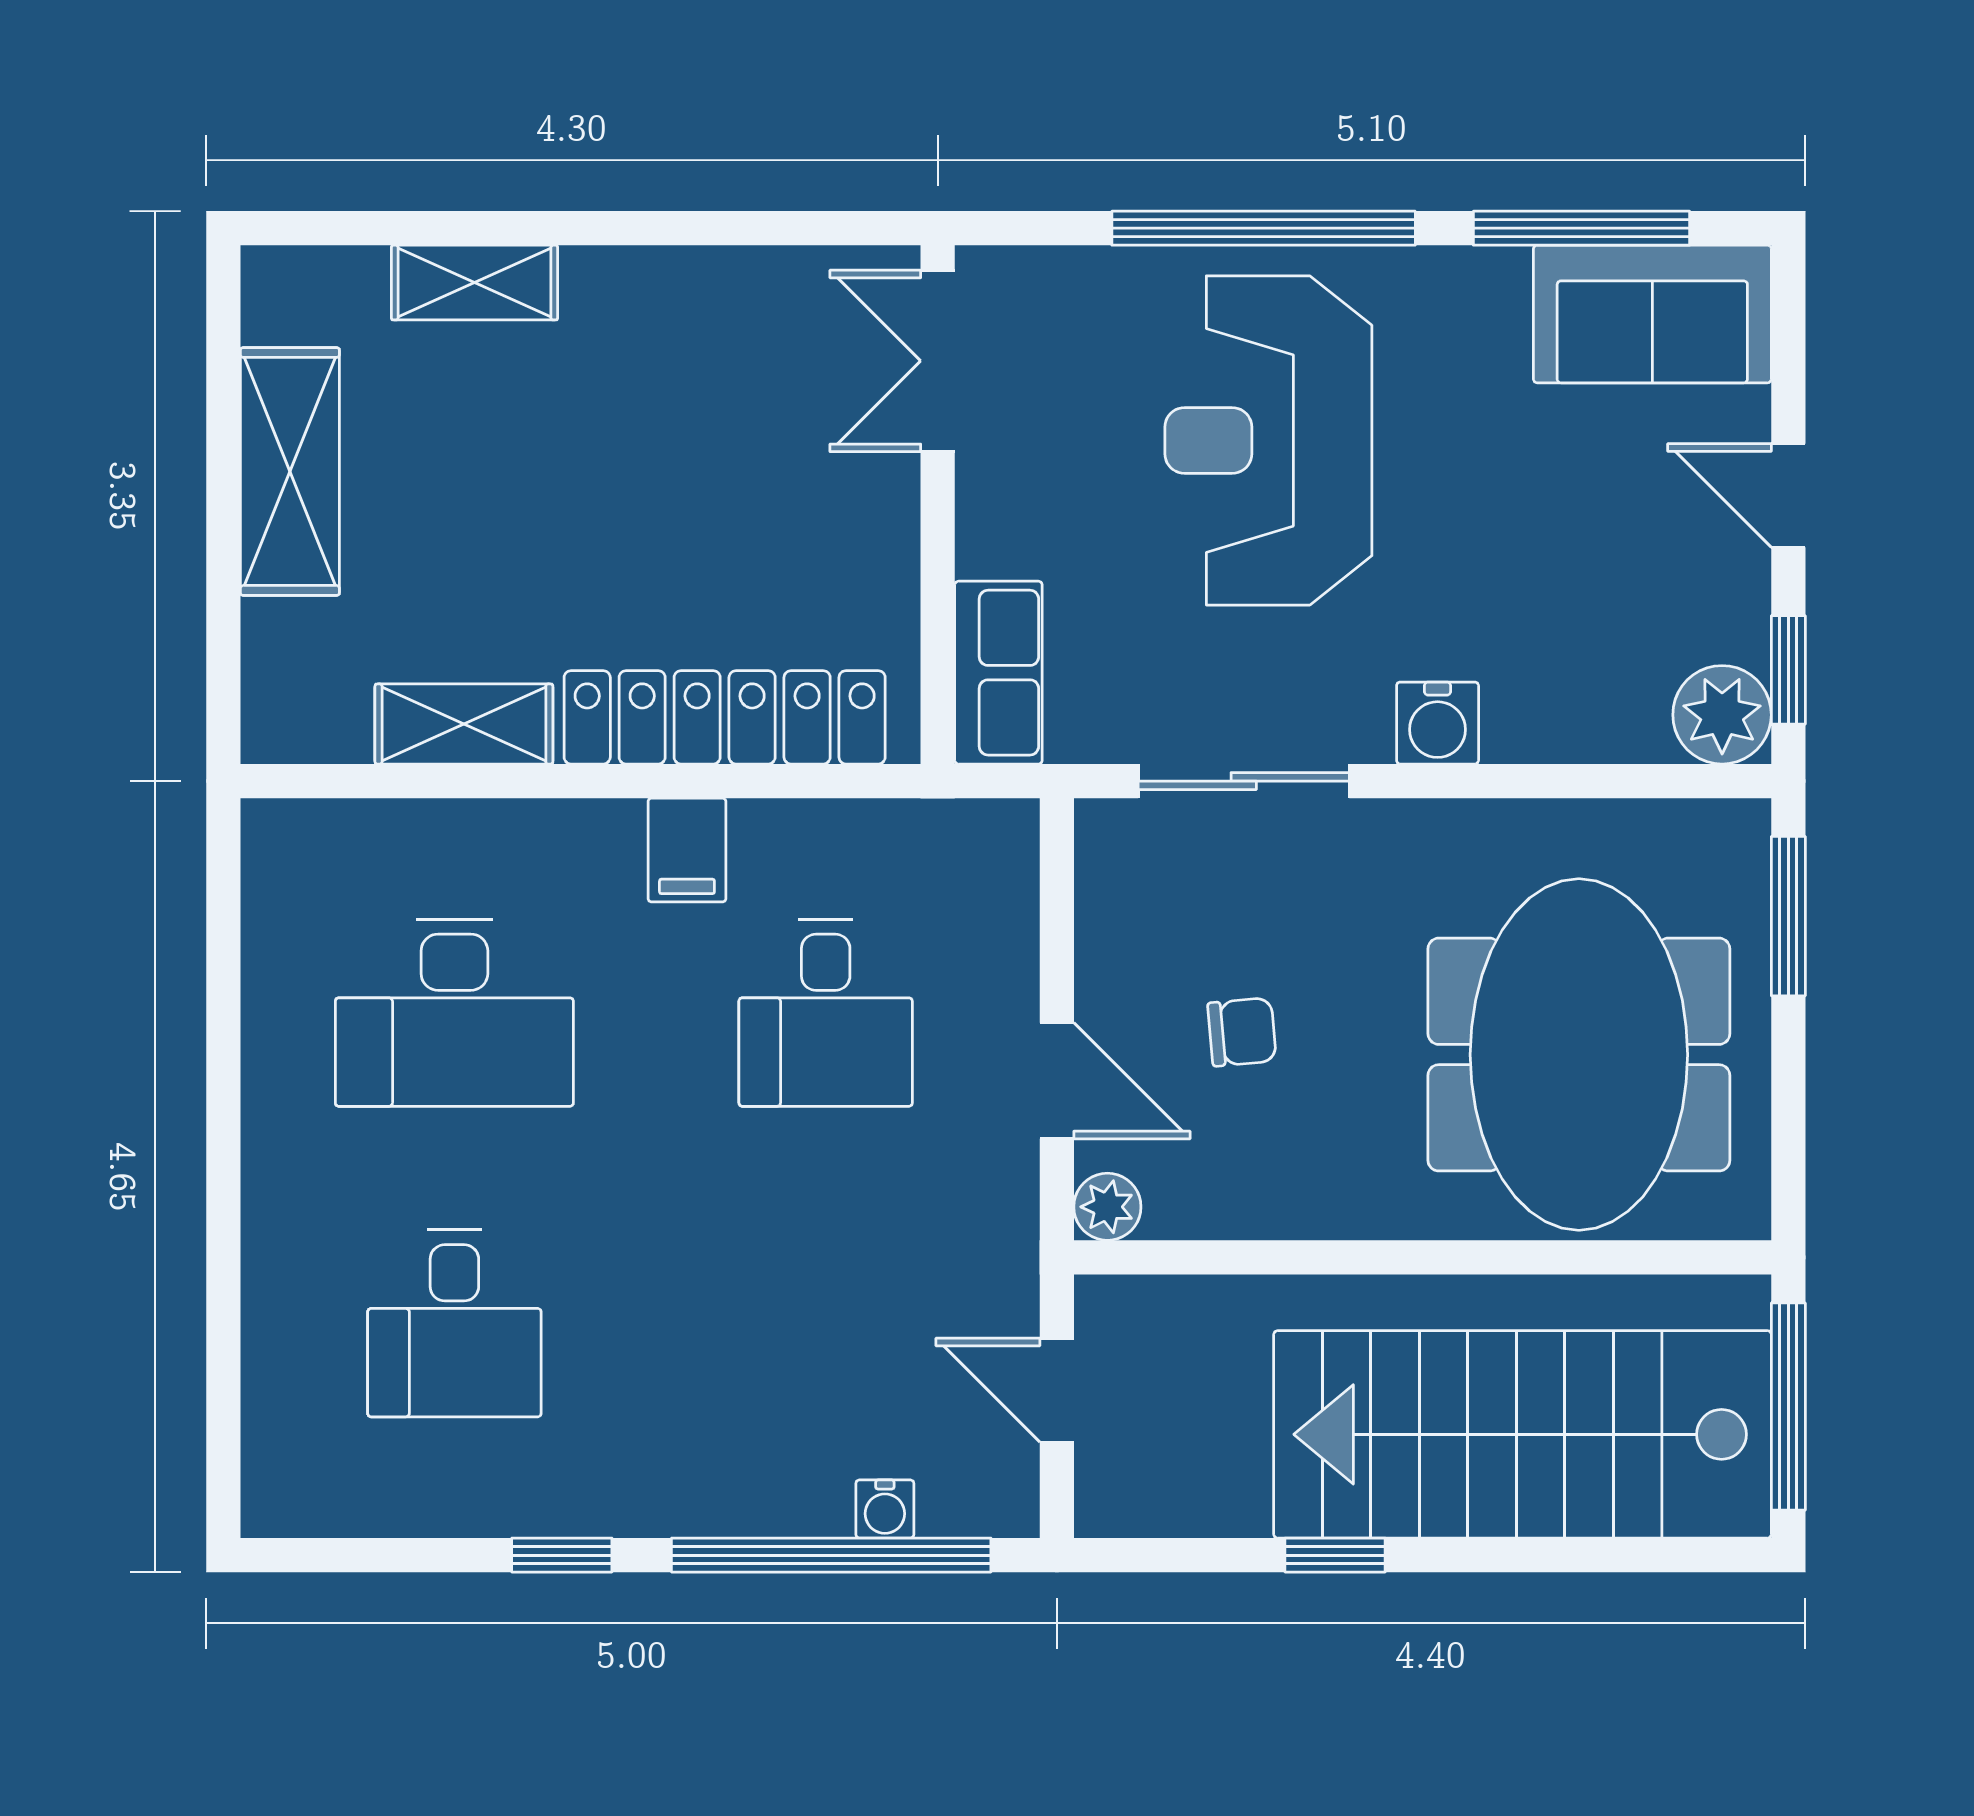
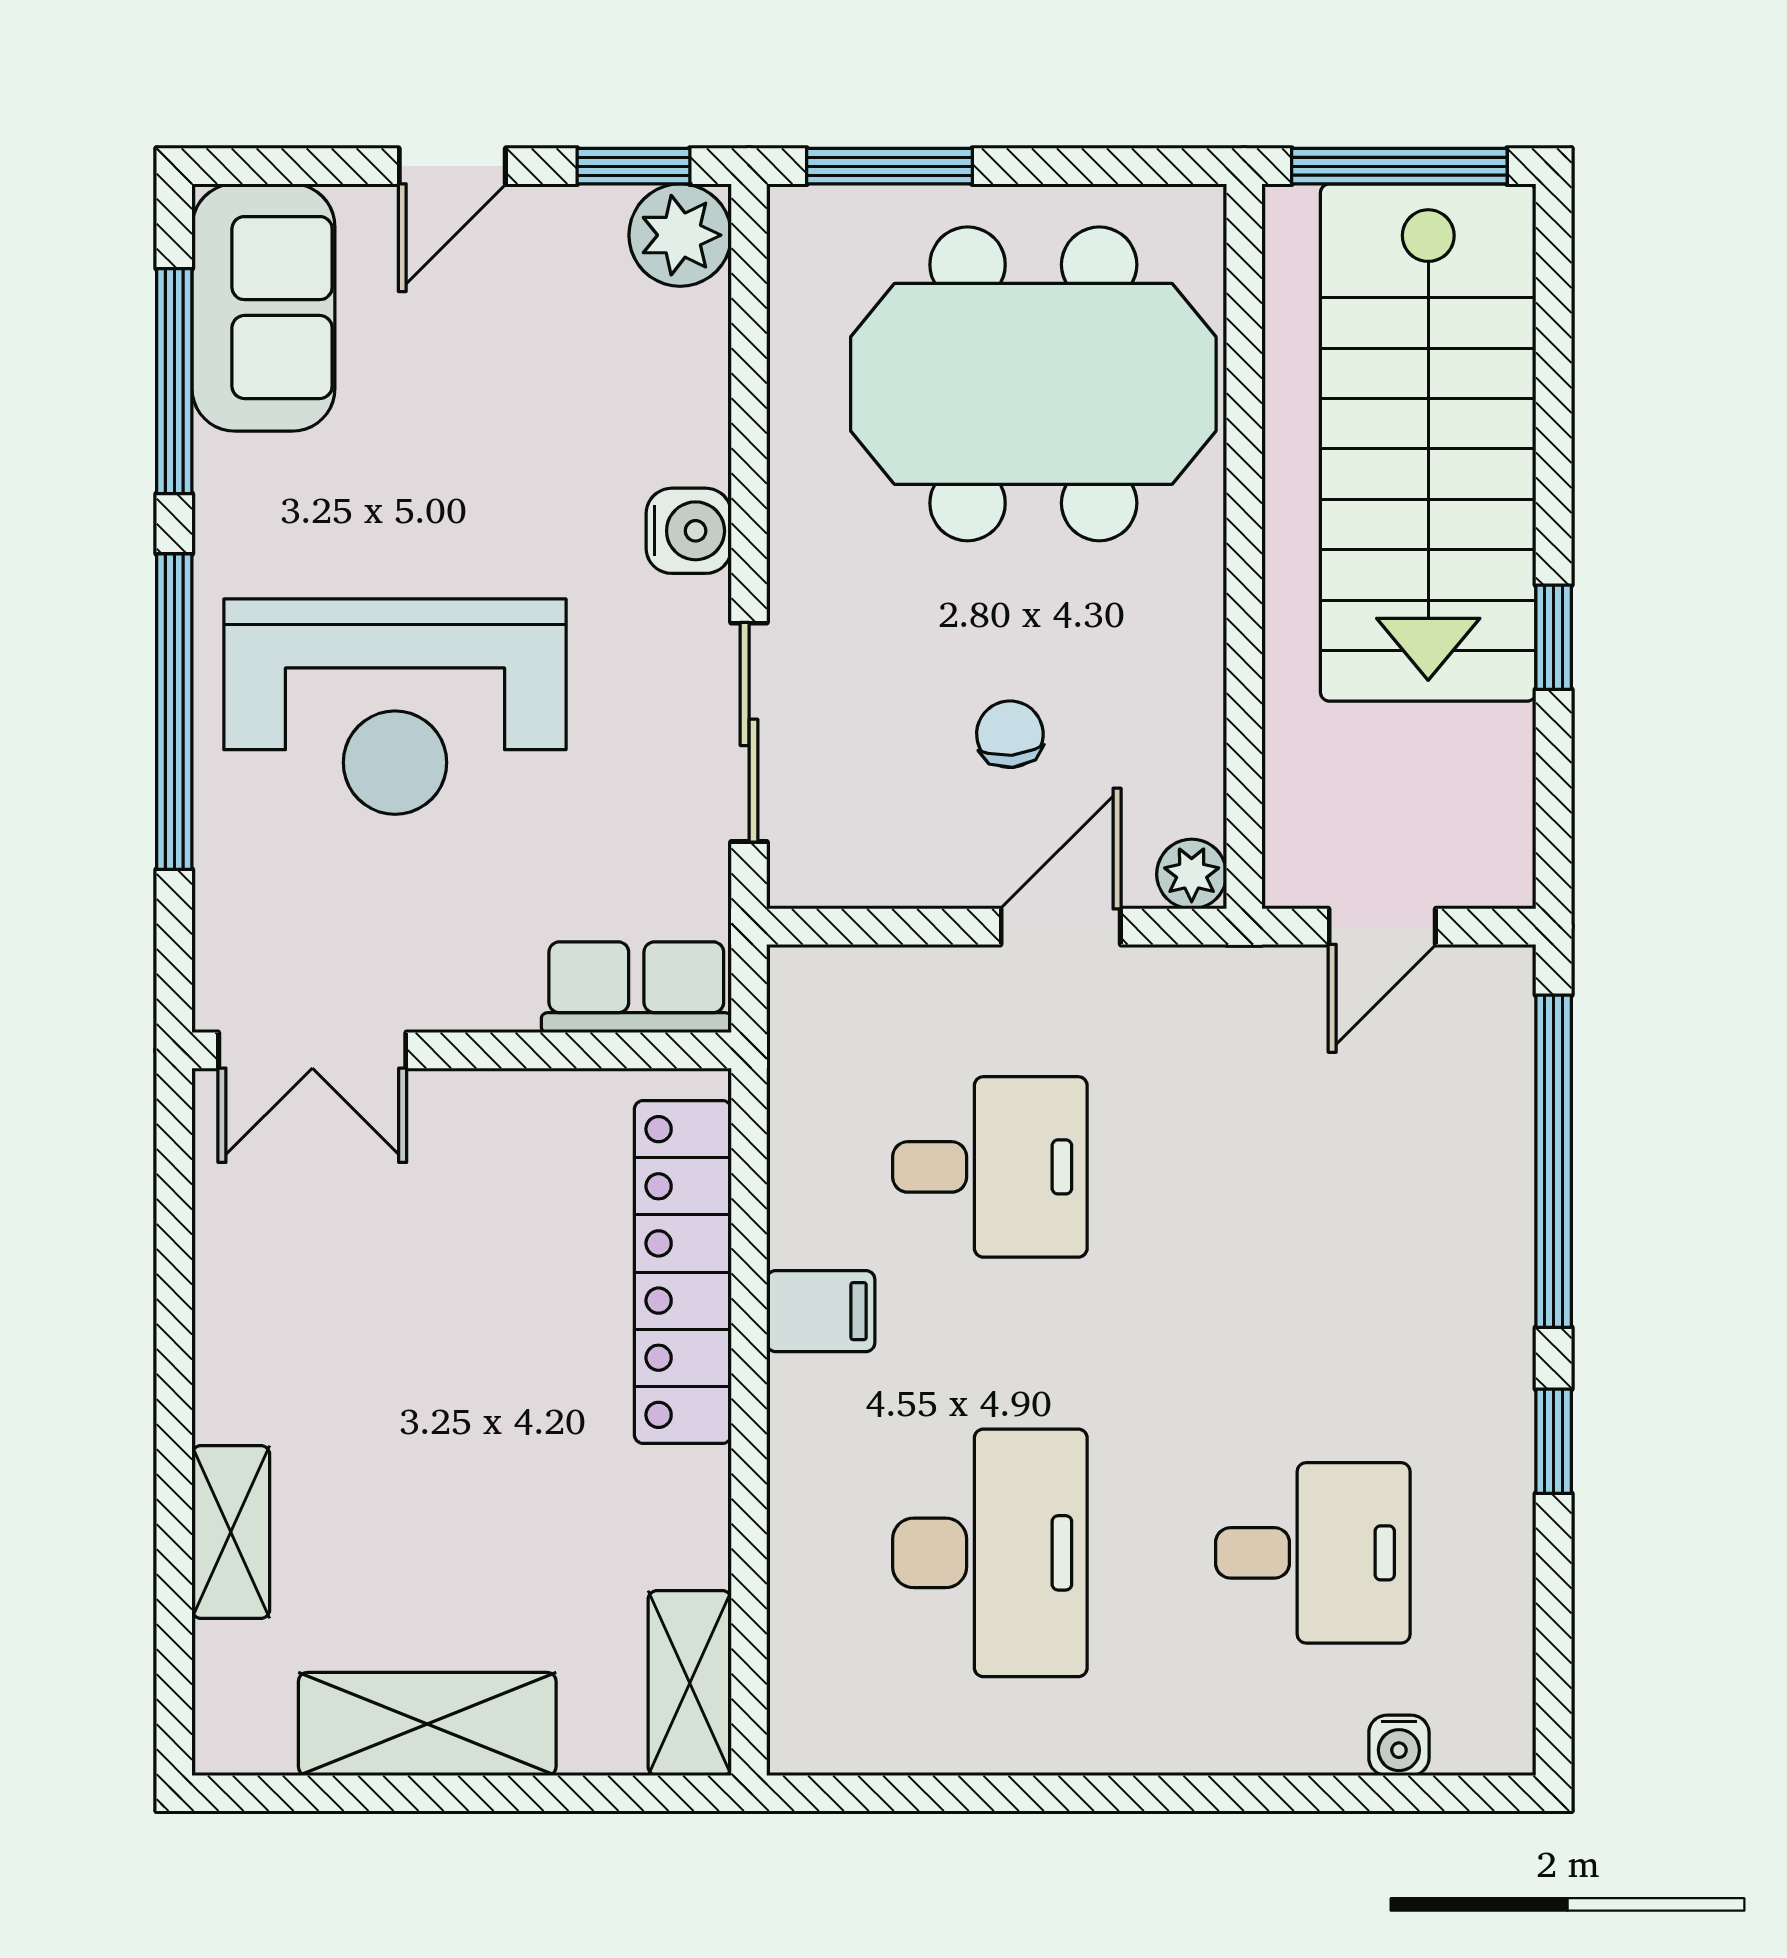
shelving: (464, 724) -> (690, 1683), moved
water cooler: (885, 1509) -> (1399, 1745), moved, turned 90

